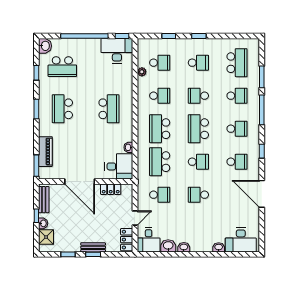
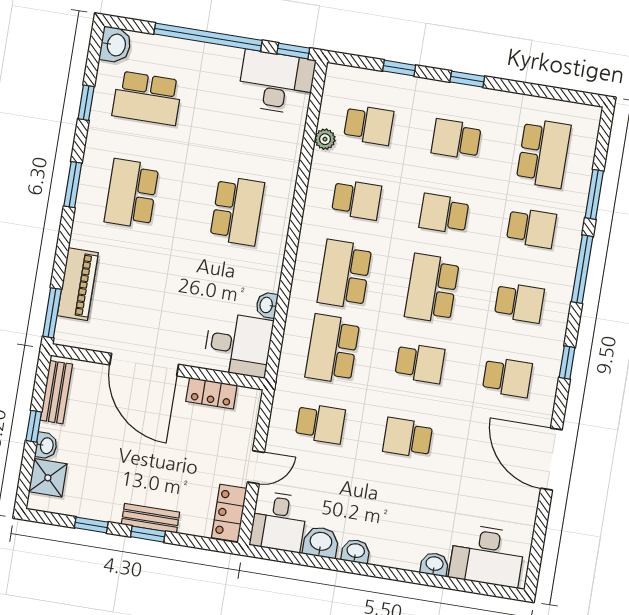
school desk: (198, 63) -> (456, 139), turned 180

